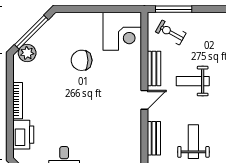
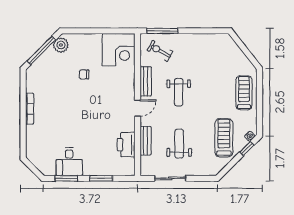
plant: (27, 53) -> (61, 45), moved
chair: (82, 60) -> (84, 74), width x0.54, depth x0.54
weight bench: (193, 81) -> (179, 92), turned -90
printer: (23, 135) -> (126, 145), moved, turned 180

